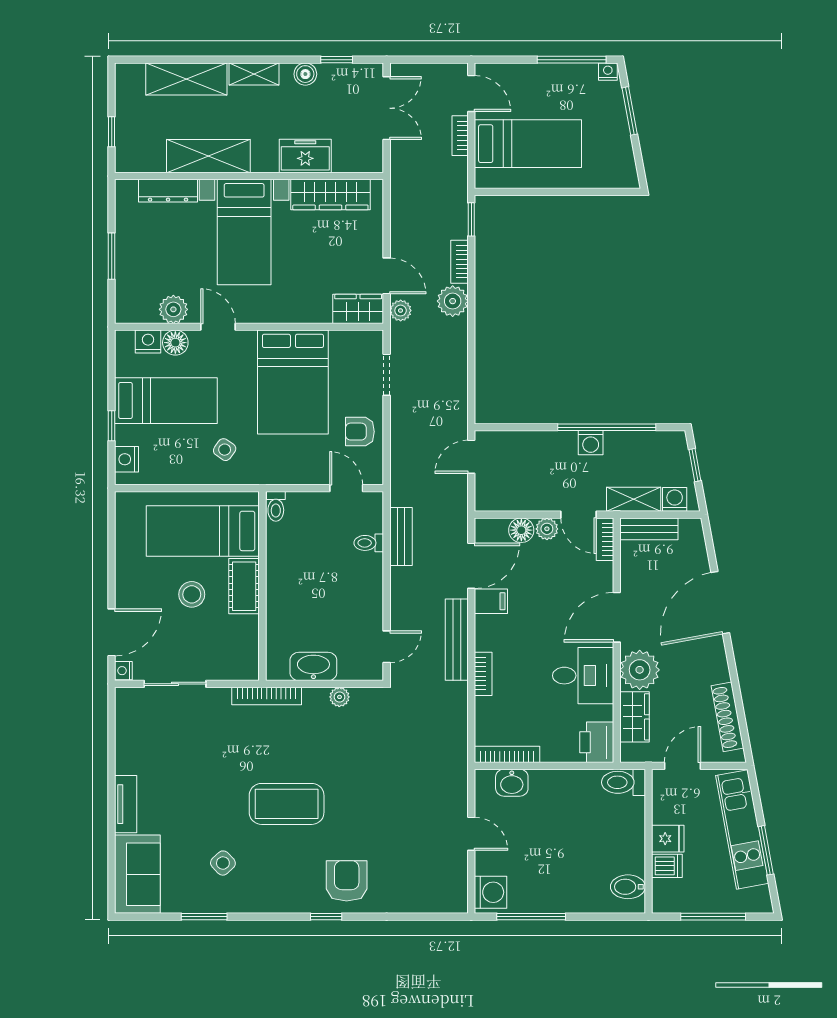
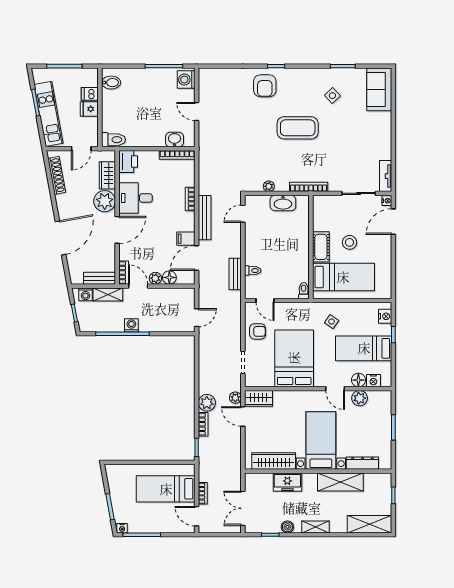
shelving: (186, 79) -> (369, 524), moved
tv unit: (126, 804) -> (386, 176), moved

